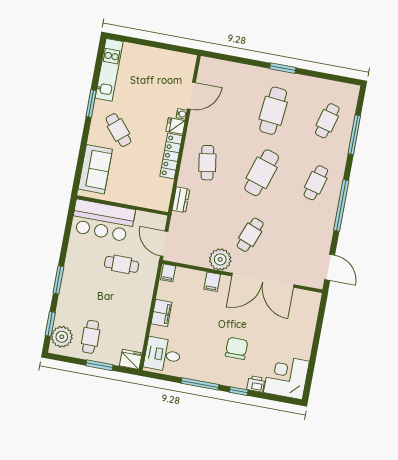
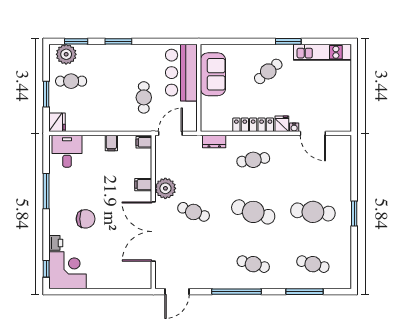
sofa: (95, 169) -> (213, 74), moved, turned -90
filing cabinet: (161, 313) -> (111, 143), width x0.50
window: (239, 391) -> (46, 269), moved

